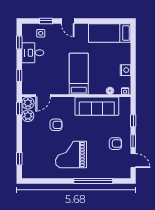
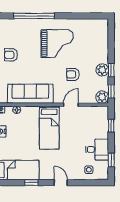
window: (46, 21) -> (31, 183), moved
door: (43, 96) -> (71, 105), moved
plant: (28, 116) -> (102, 70), moved
window: (19, 159) -> (111, 70), moved

